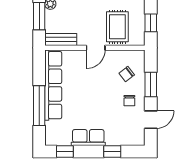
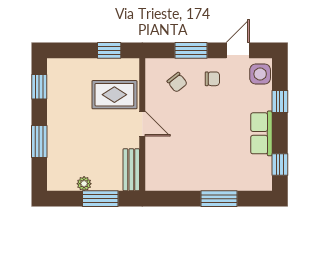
row of seats: (53, 85) -> (192, 180), removed
window: (39, 106) -> (219, 199), width x0.69
door: (151, 120) -> (238, 50), hinge flipped
side table: (133, 137) -> (260, 74), added

